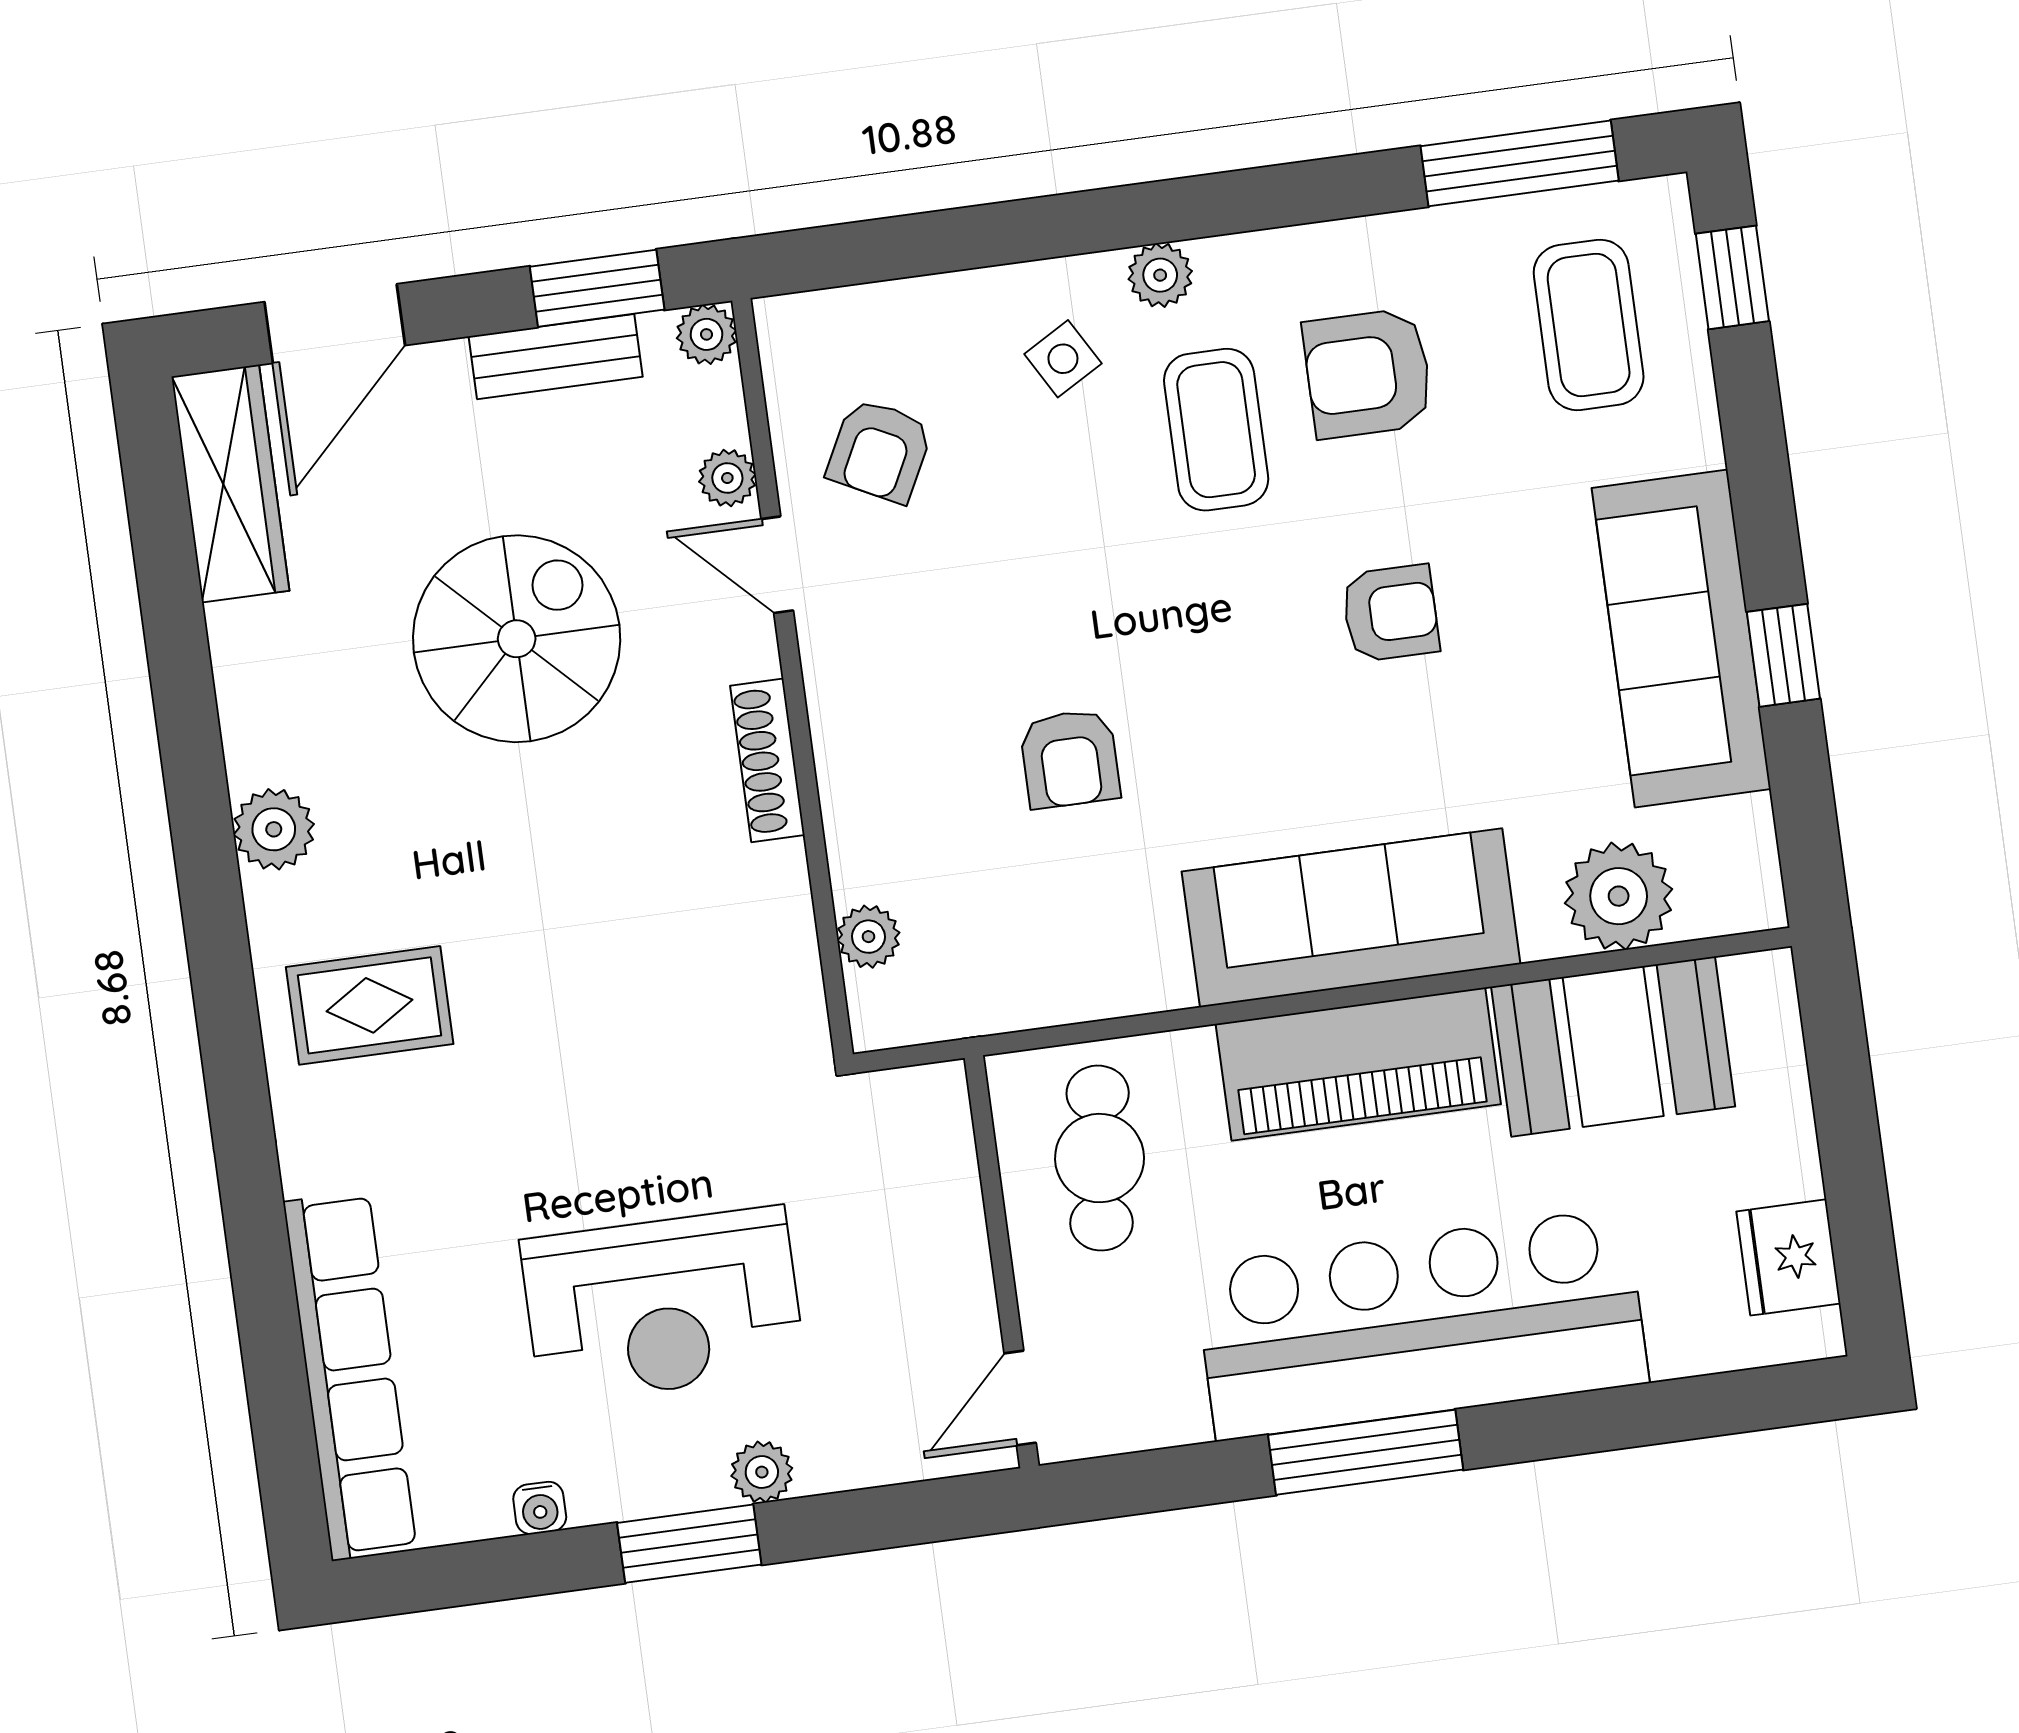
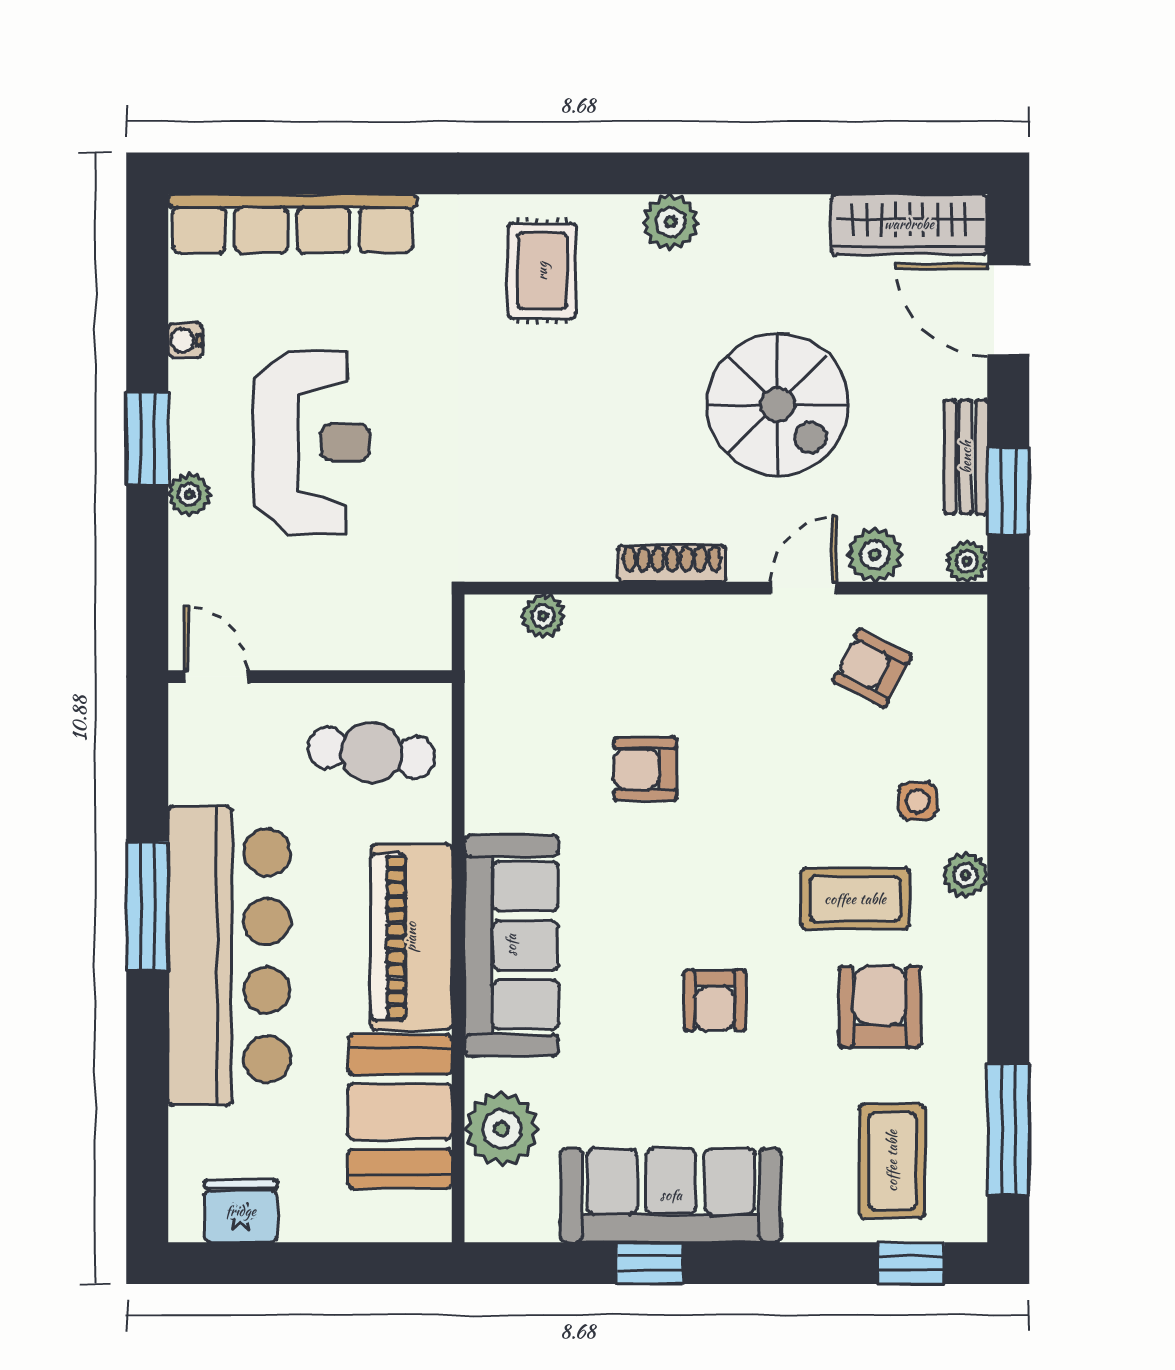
coffee table: (1589, 325) -> (892, 1161), turned 90
side table: (1063, 359) -> (918, 801), turned 30
plant: (727, 478) -> (875, 555), width x1.38, depth x1.38
reception desk: (663, 1305) -> (312, 442), turned 180

